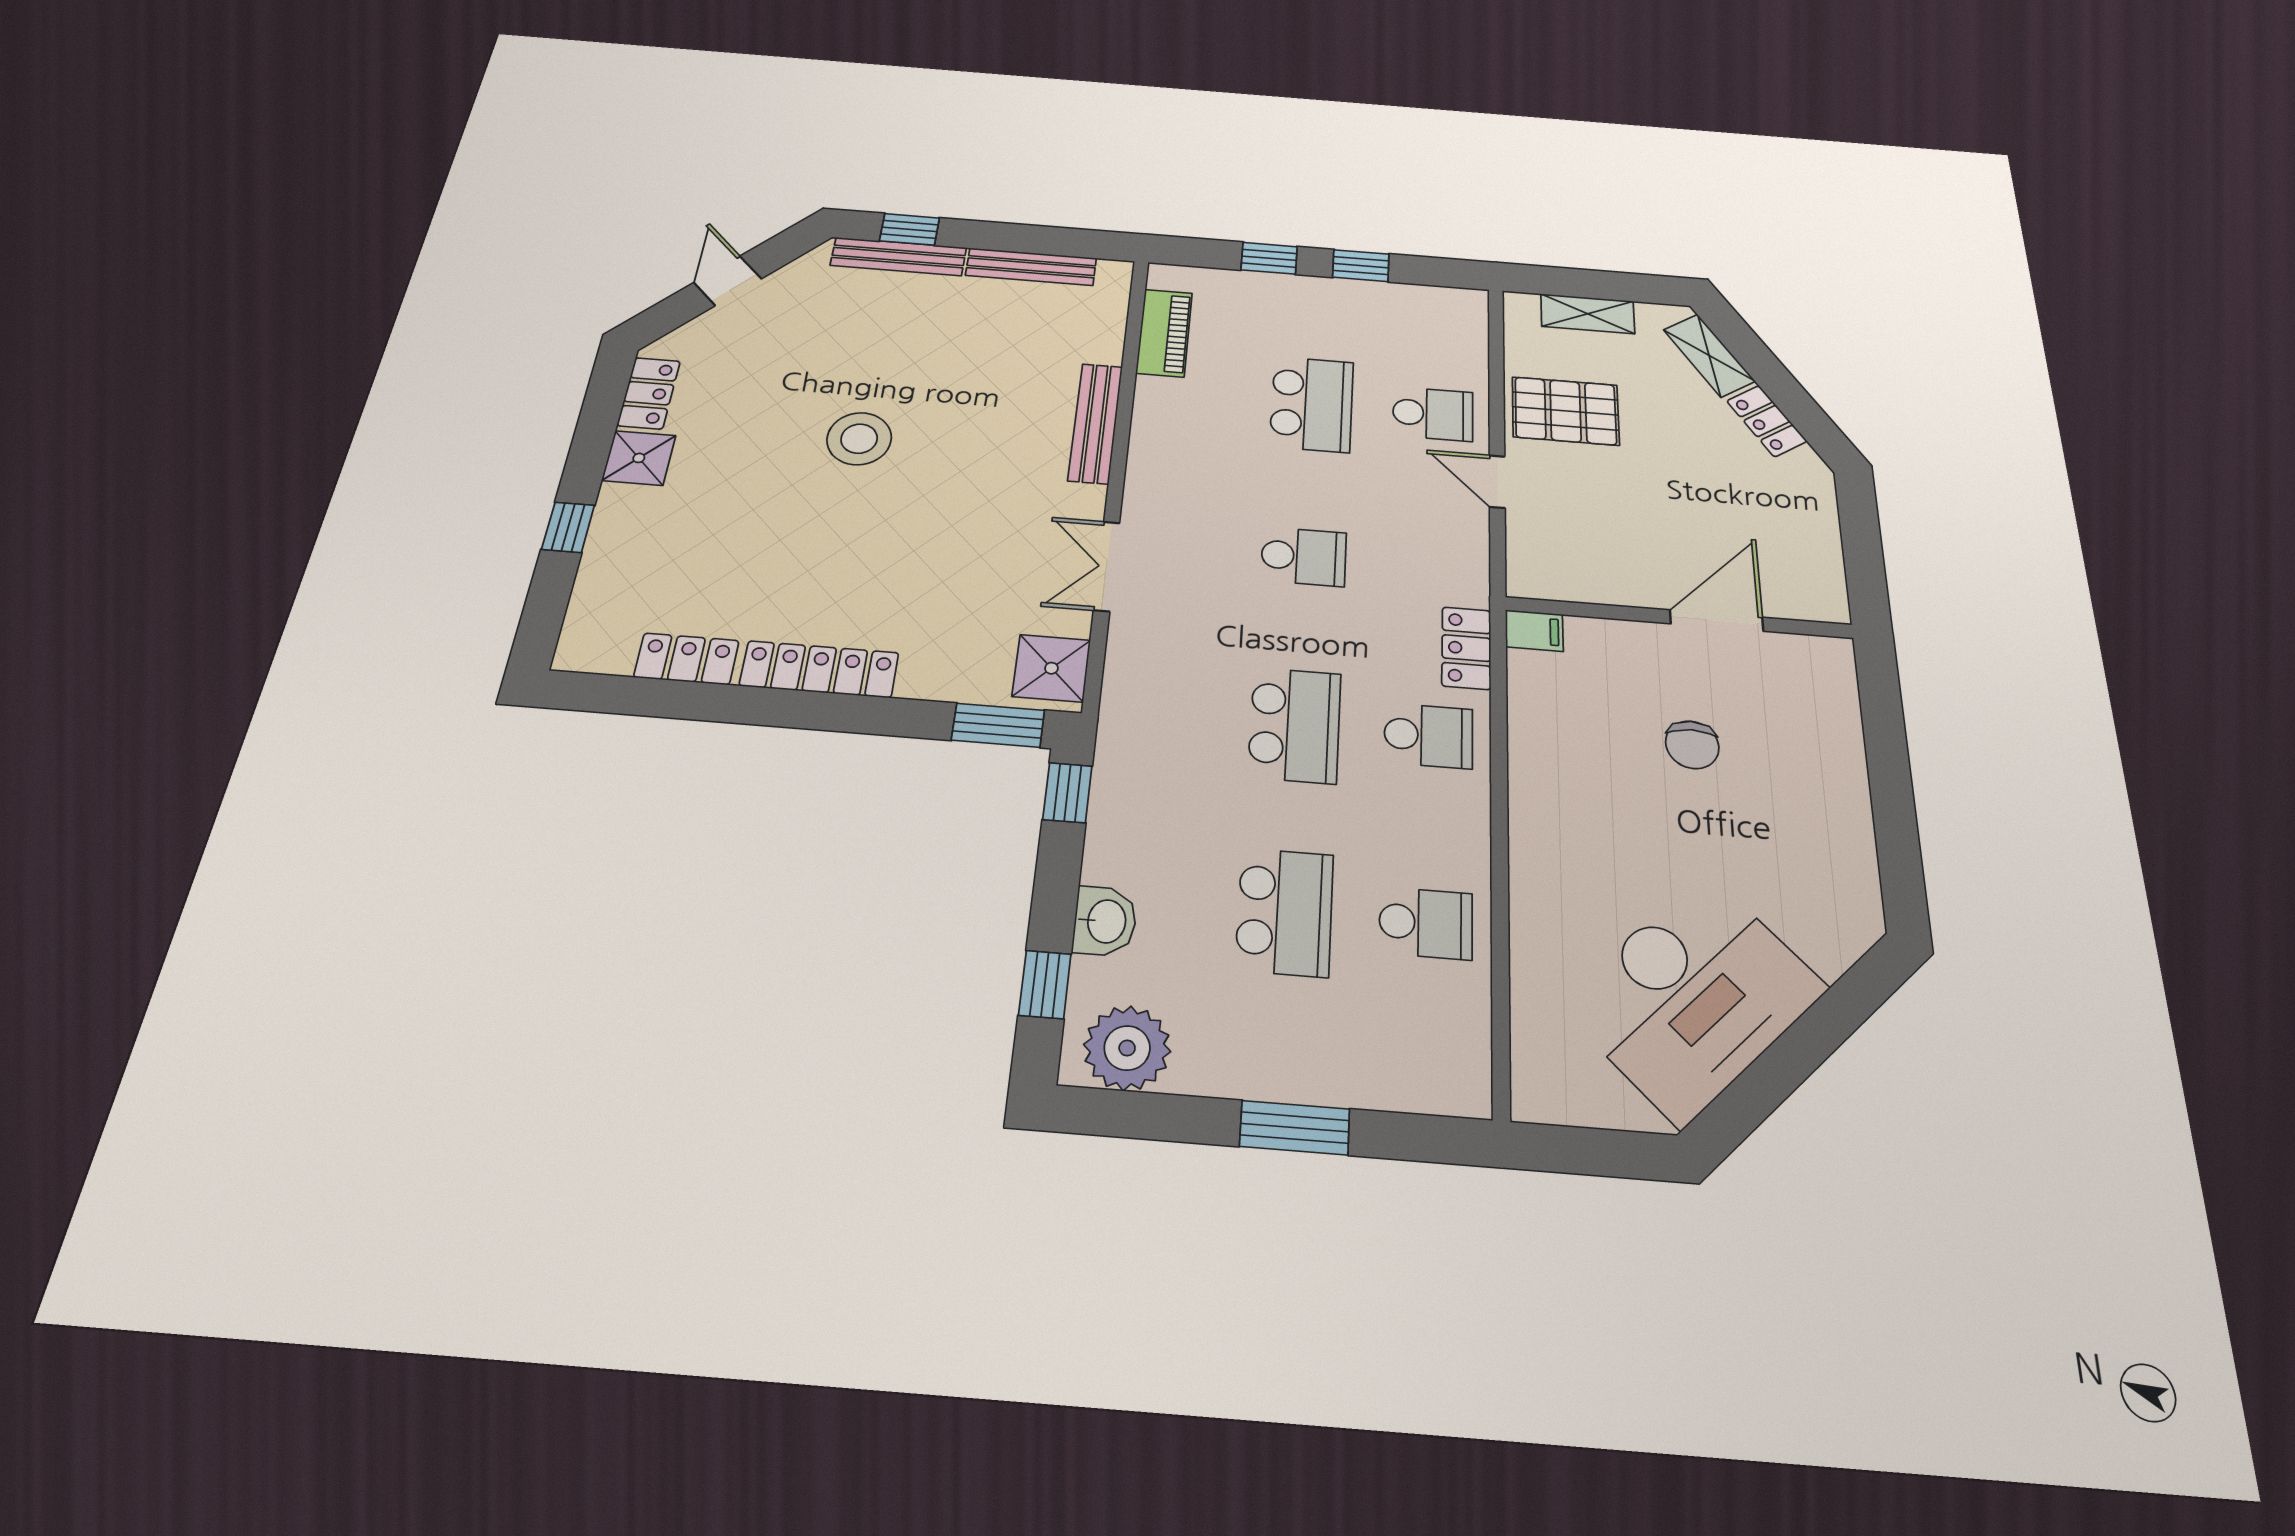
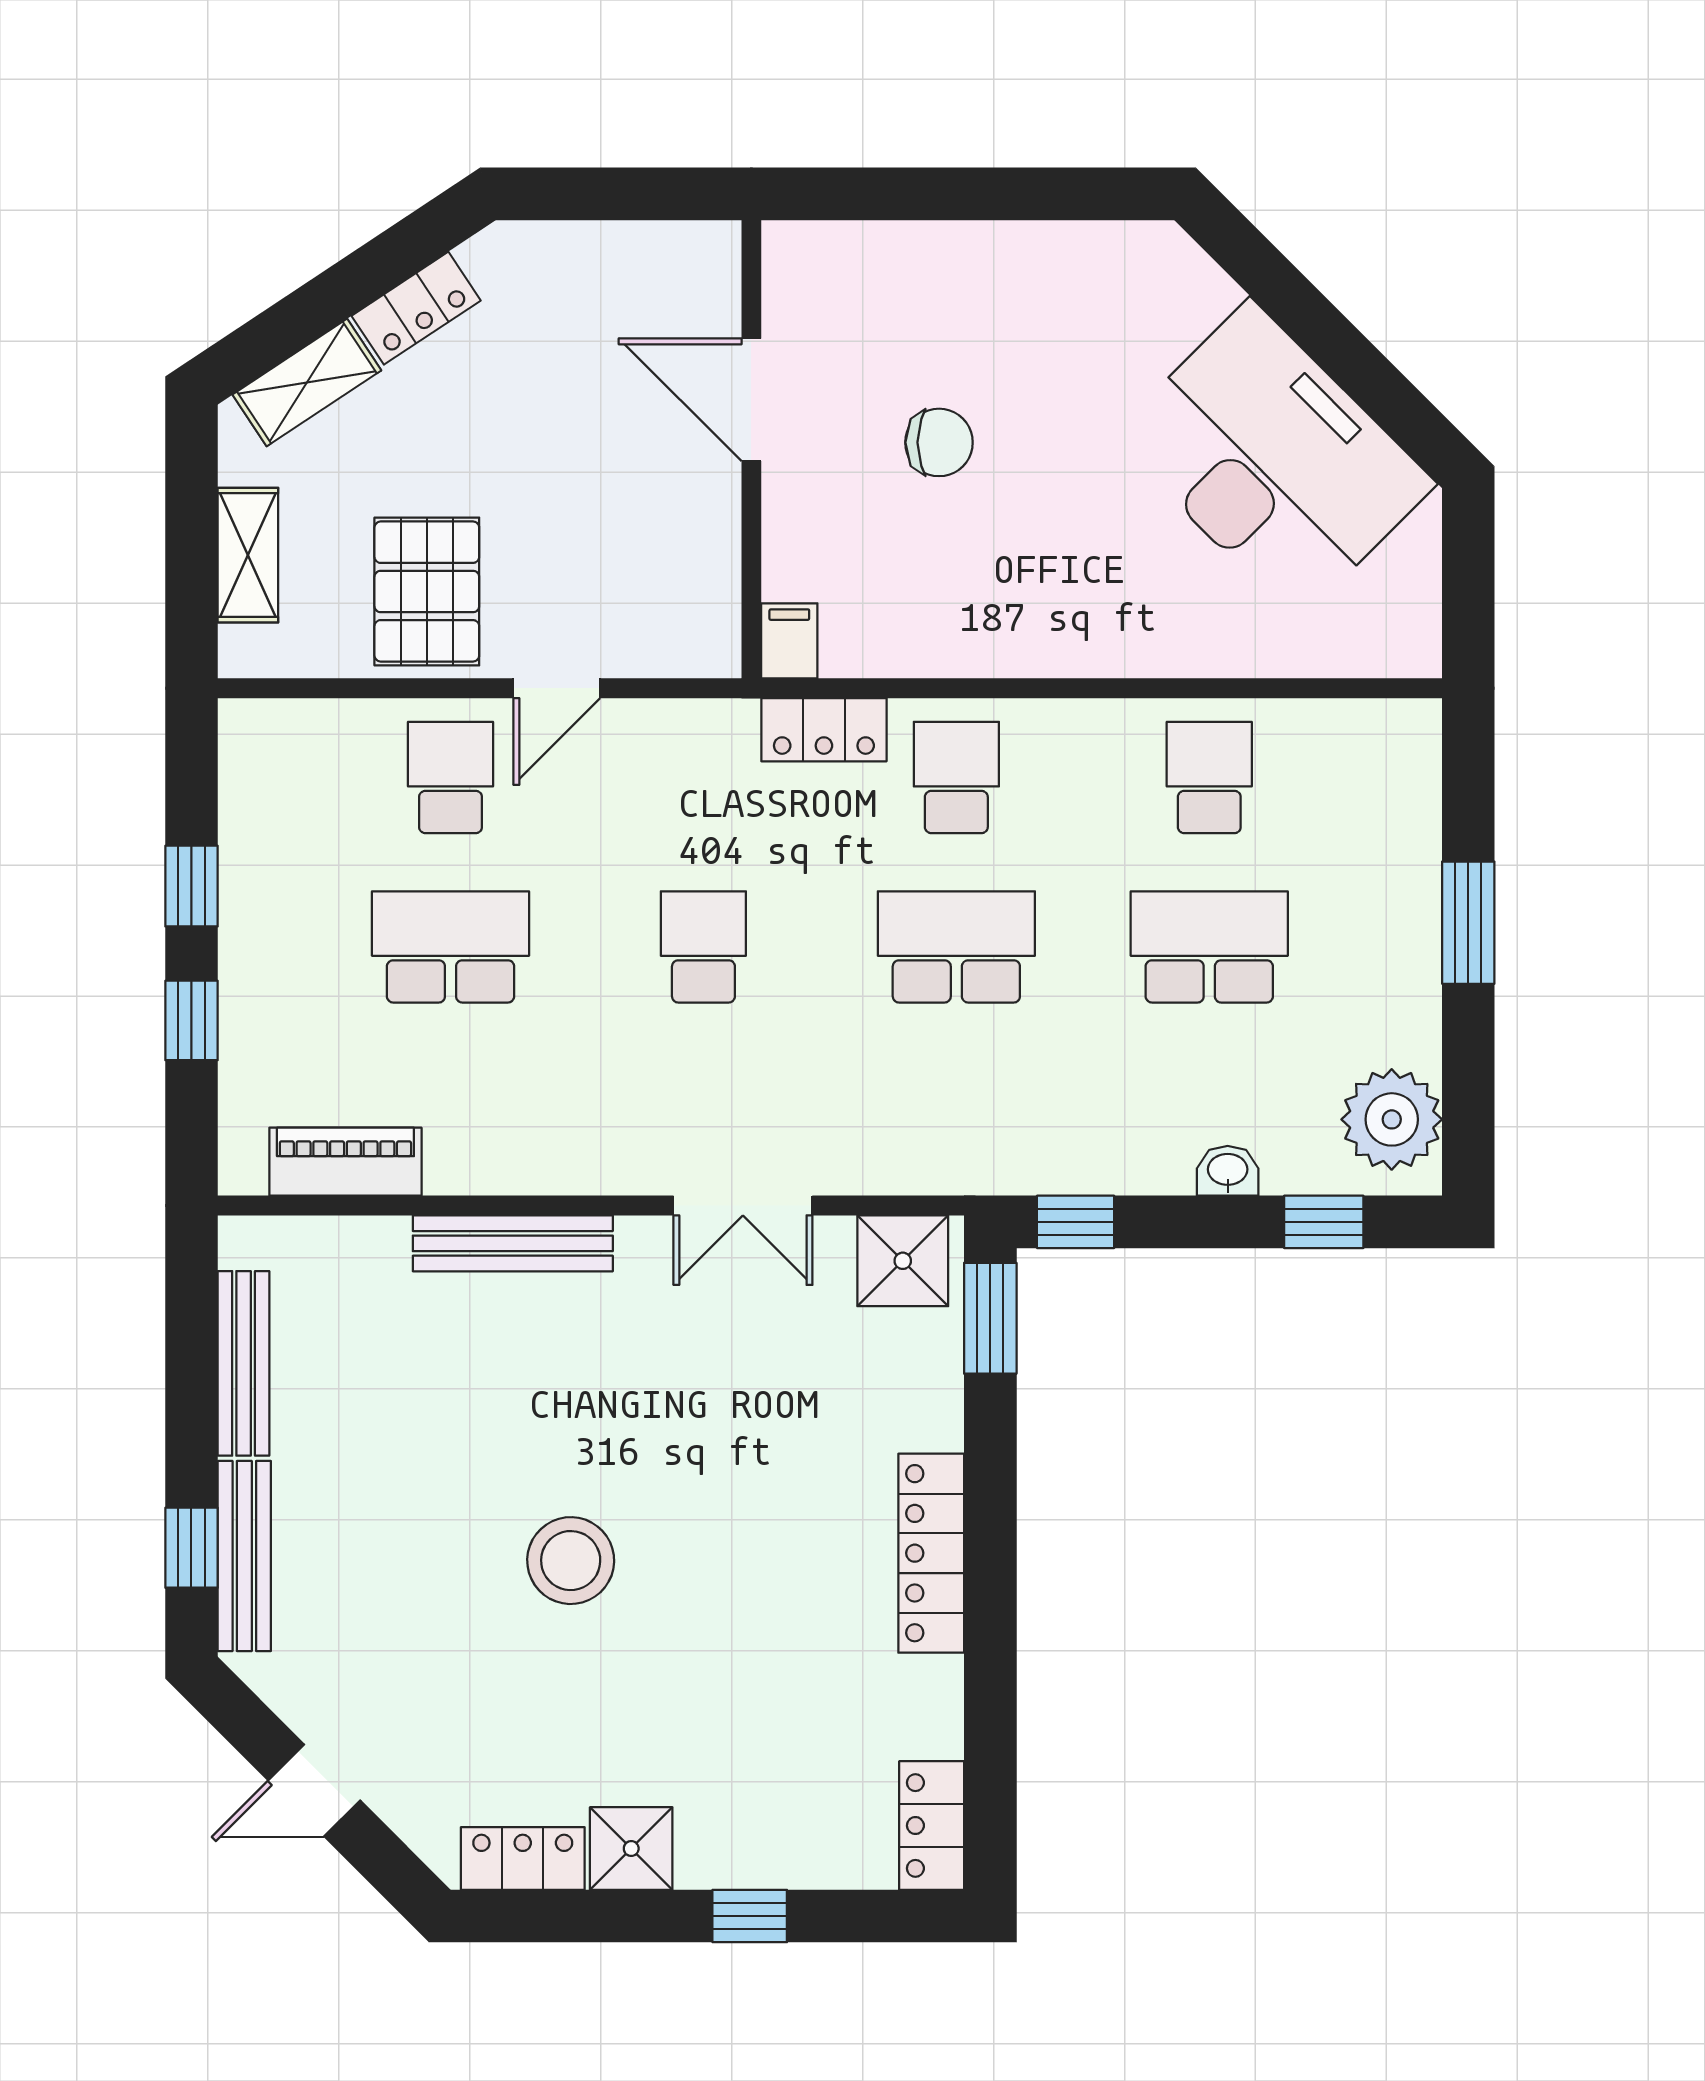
locker: (686, 659) -> (932, 1826), moved
washbasin: (1105, 921) -> (1228, 1171), width x0.72, depth x0.69

